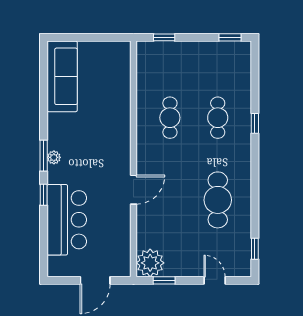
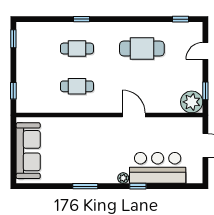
sofa: (62, 76) -> (28, 151), moved, turned 90
window: (44, 156) -> (85, 186), moved
plant: (54, 157) -> (123, 178), moved

